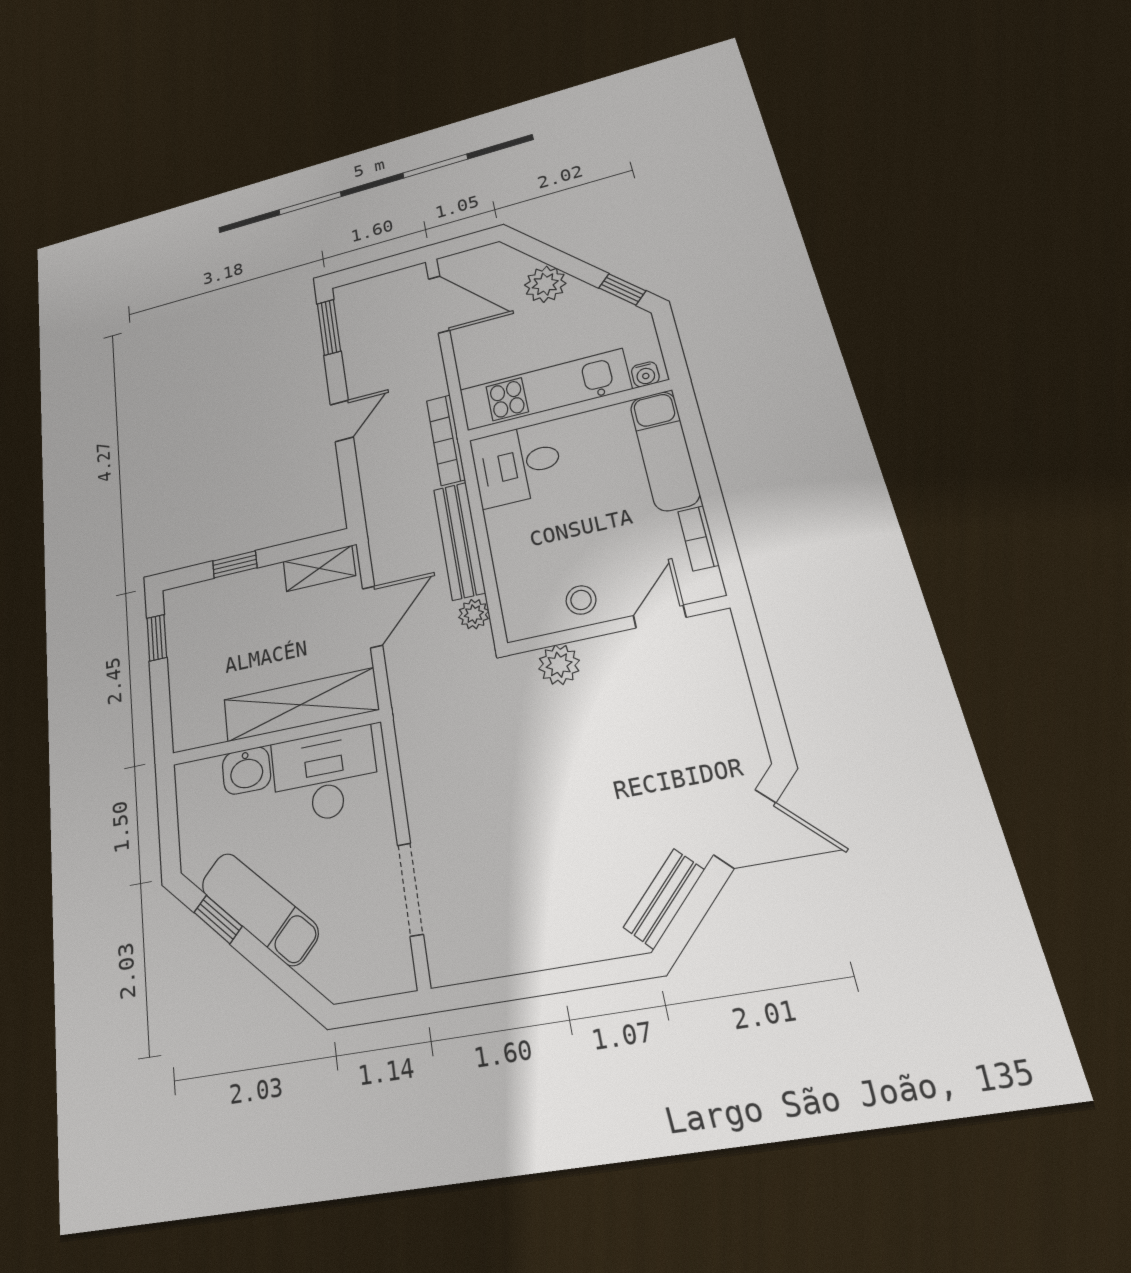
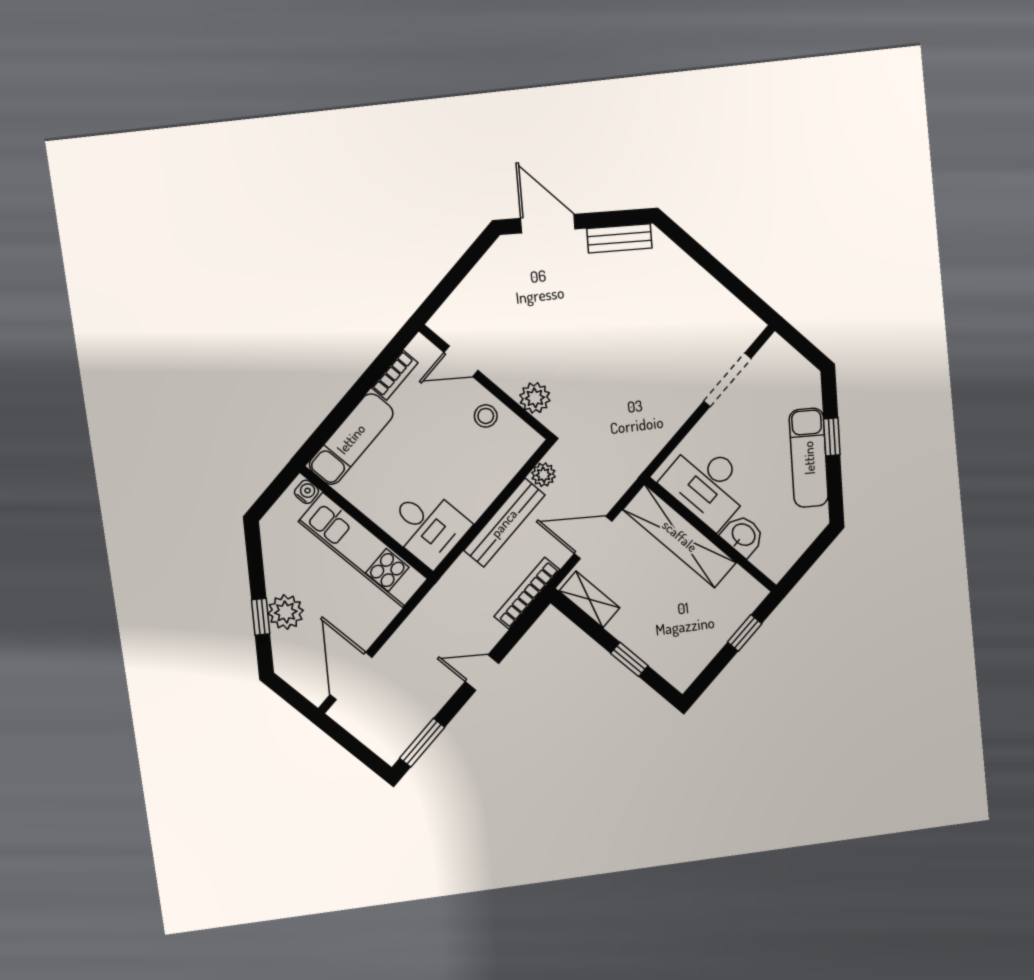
window: (622, 289) -> (261, 617), moved
bookcase: (446, 440) -> (527, 593), moved, turned 180
window: (157, 638) -> (745, 633), moved
window: (218, 919) -> (832, 437), moved

